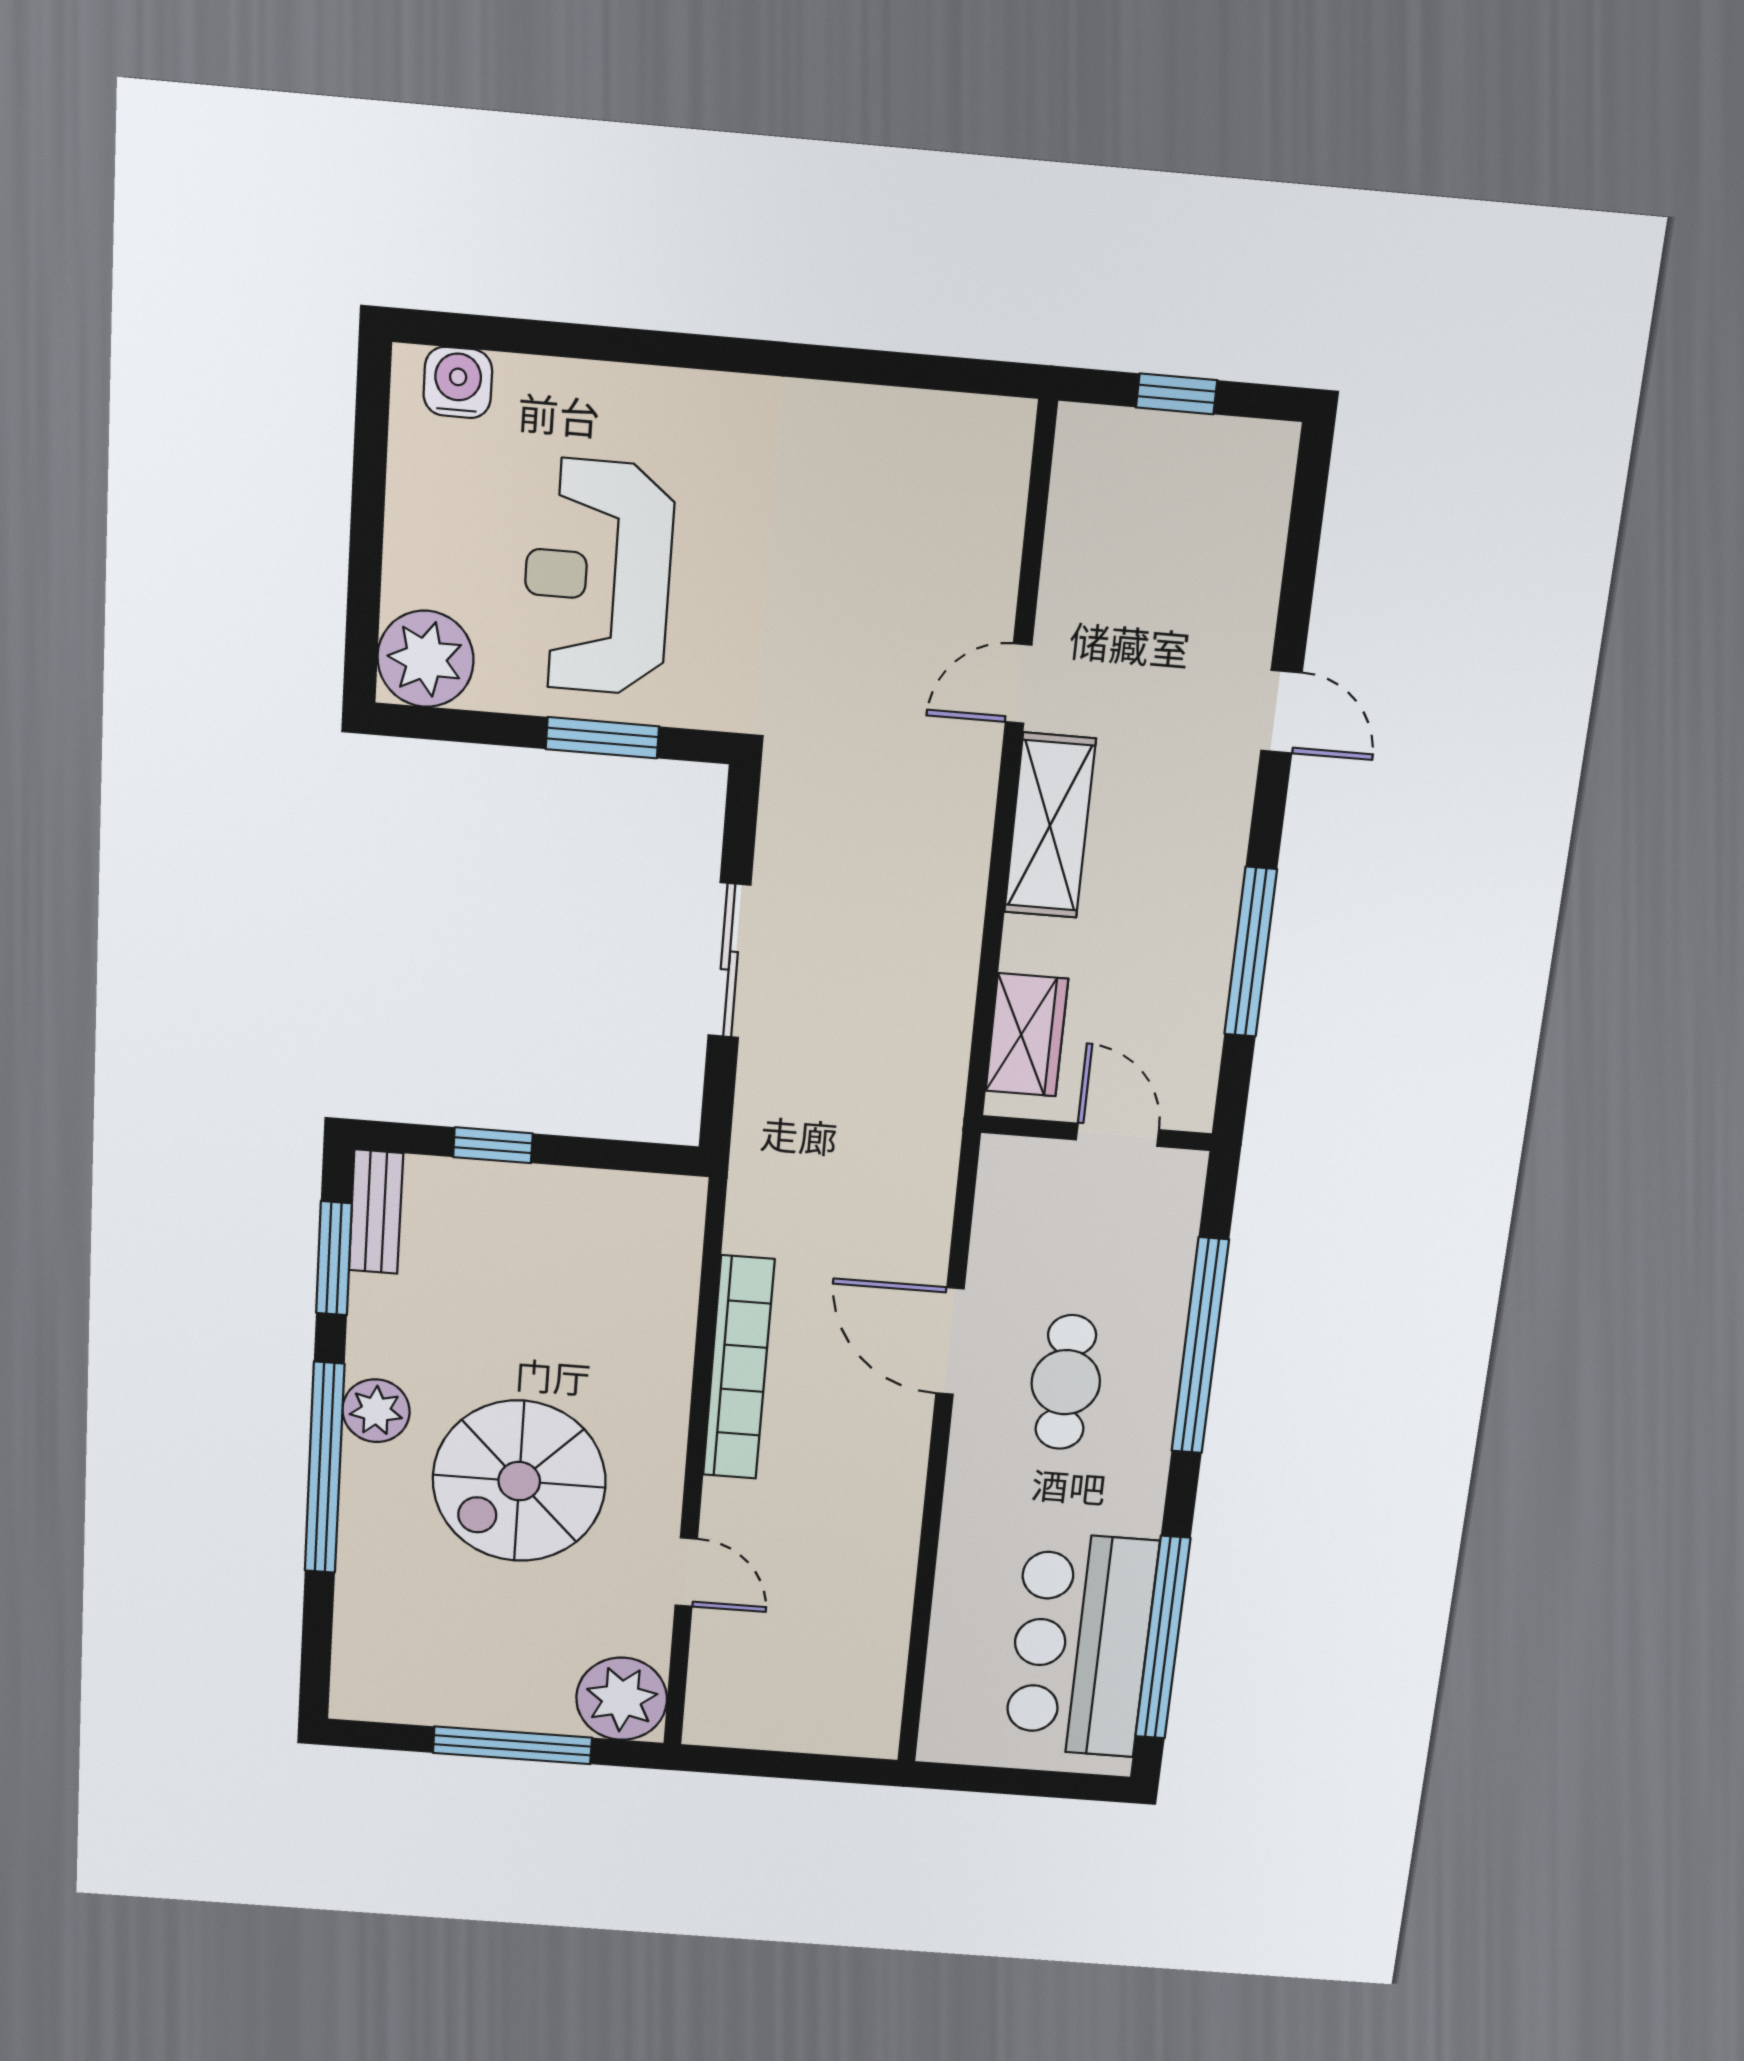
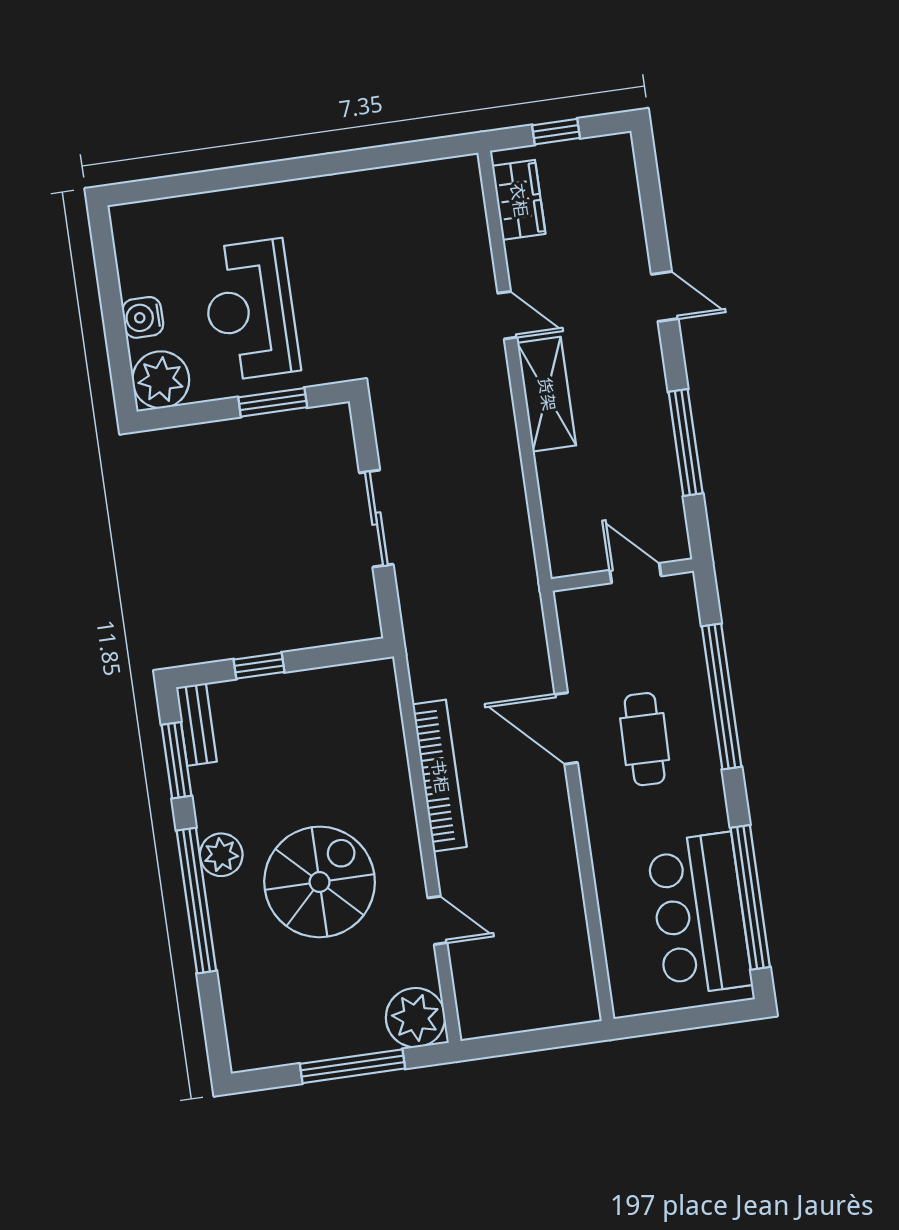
water cooler: (458, 382) -> (143, 317), moved, turned -90
door: (1019, 684) -> (507, 315), swing flipped
wardrobe: (1027, 1035) -> (519, 200), moved
spiral stairs: (519, 1481) -> (320, 882), turned 180

